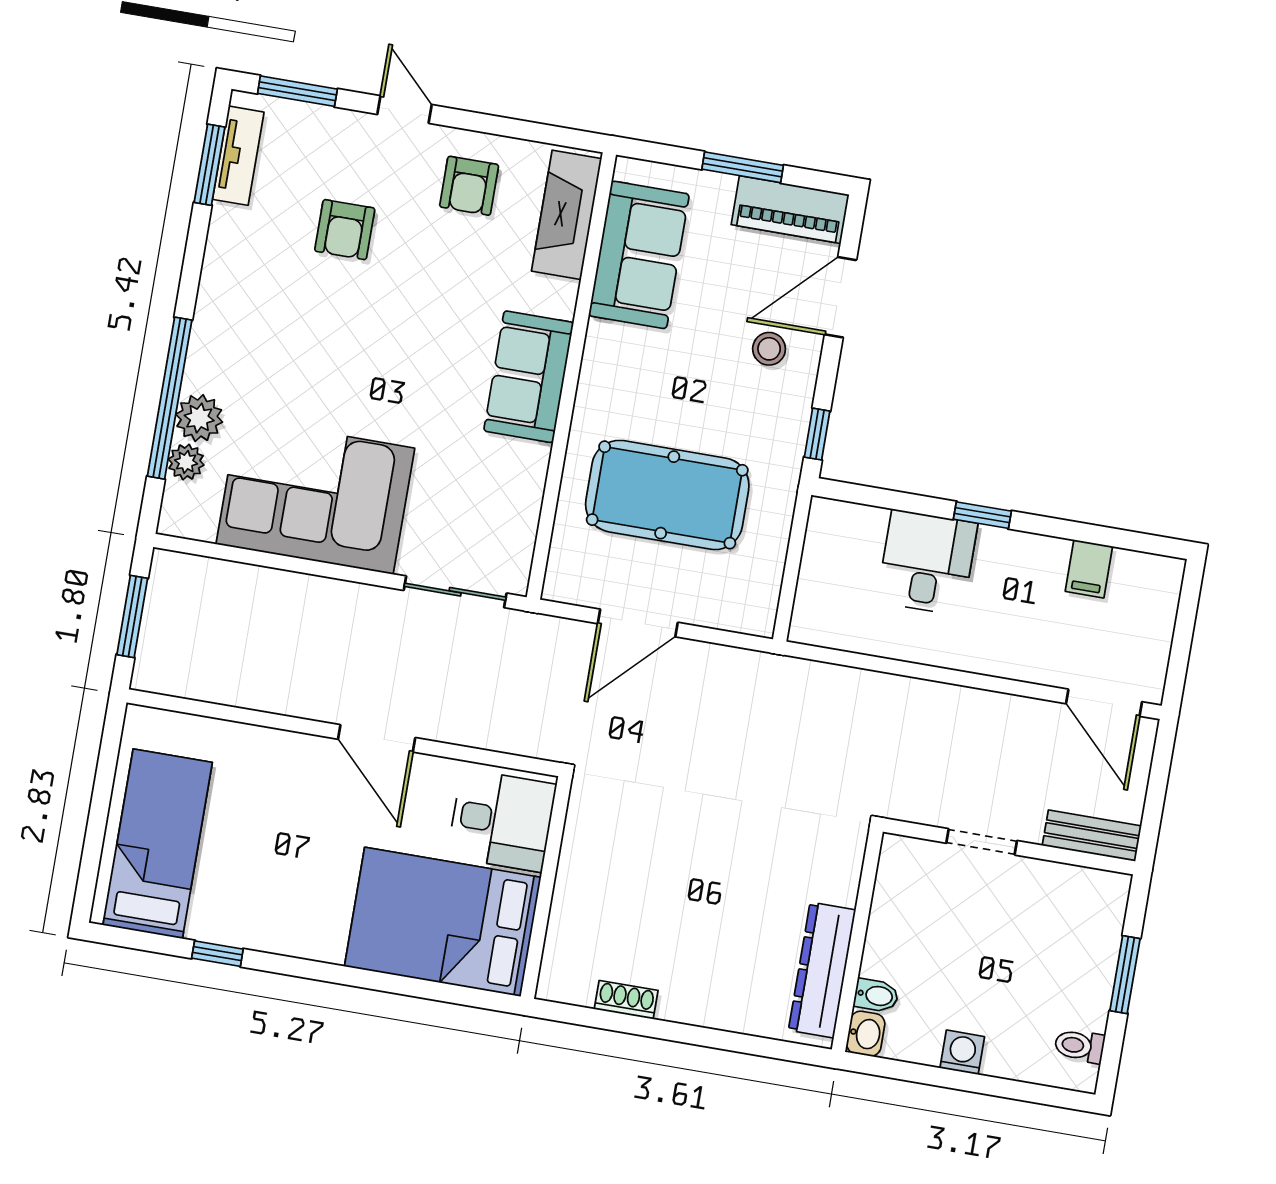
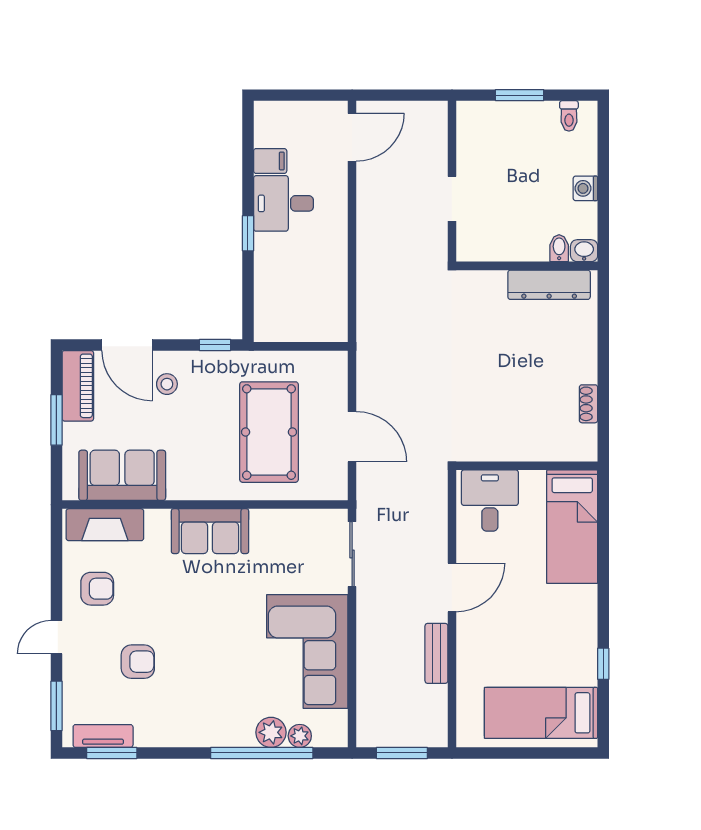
desk: (927, 563) -> (283, 203), moved
bench: (1092, 836) -> (436, 653), moved
bed: (443, 922) -> (572, 527), width x0.67

